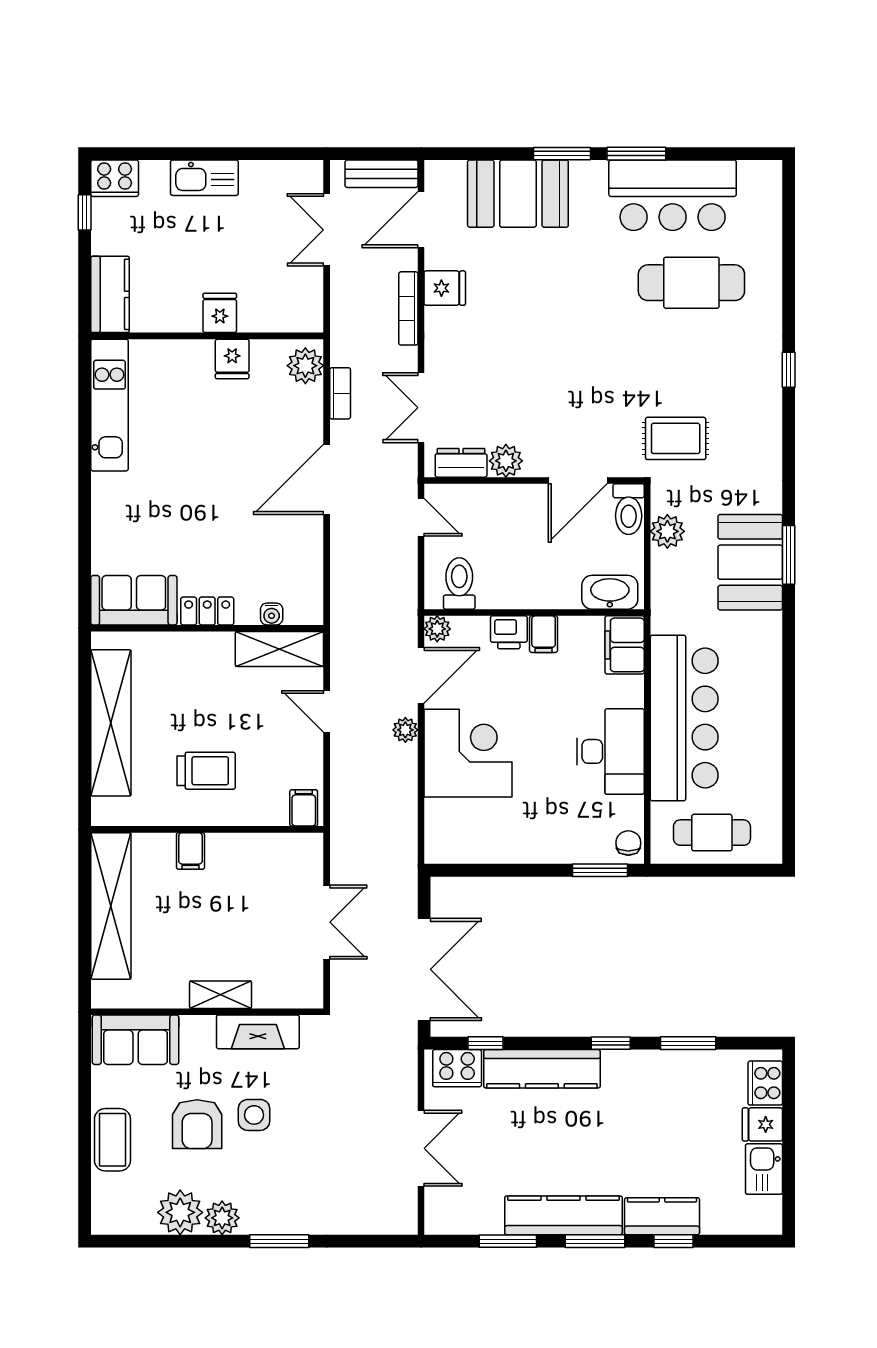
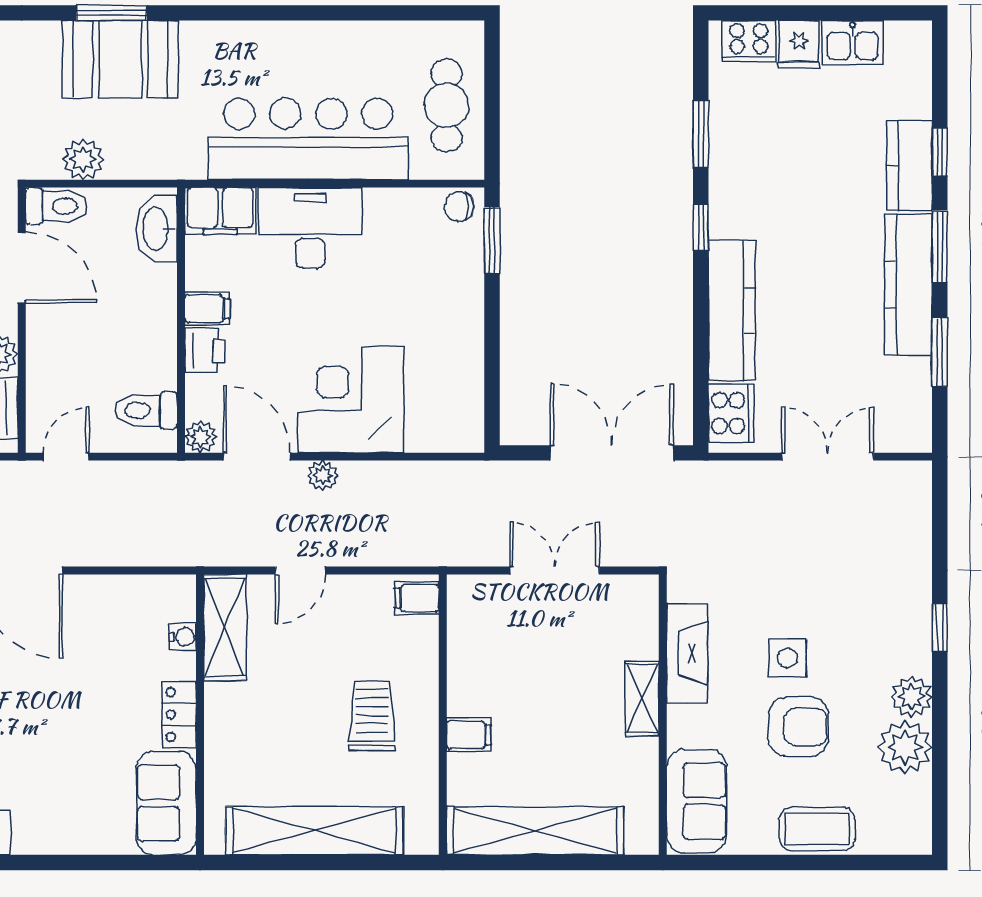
desk: (610, 751) -> (310, 228), moved
window: (486, 1043) -> (701, 379), removed
window: (279, 1241) -> (940, 628), width x0.67

